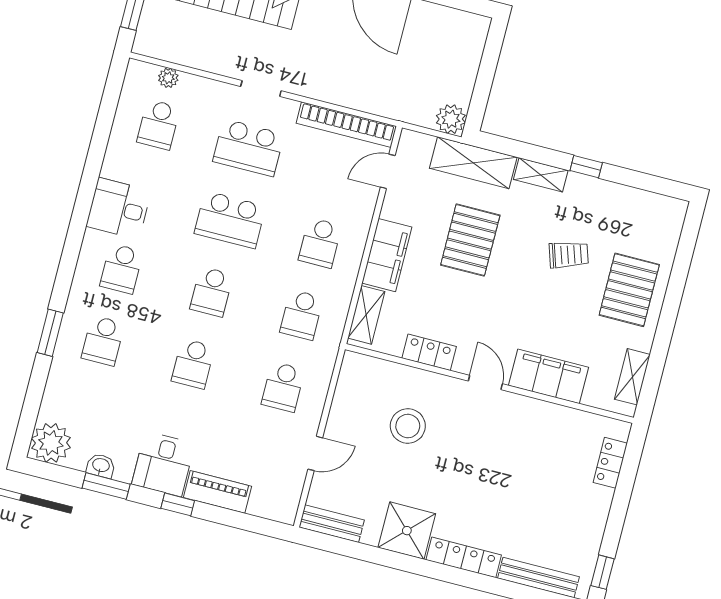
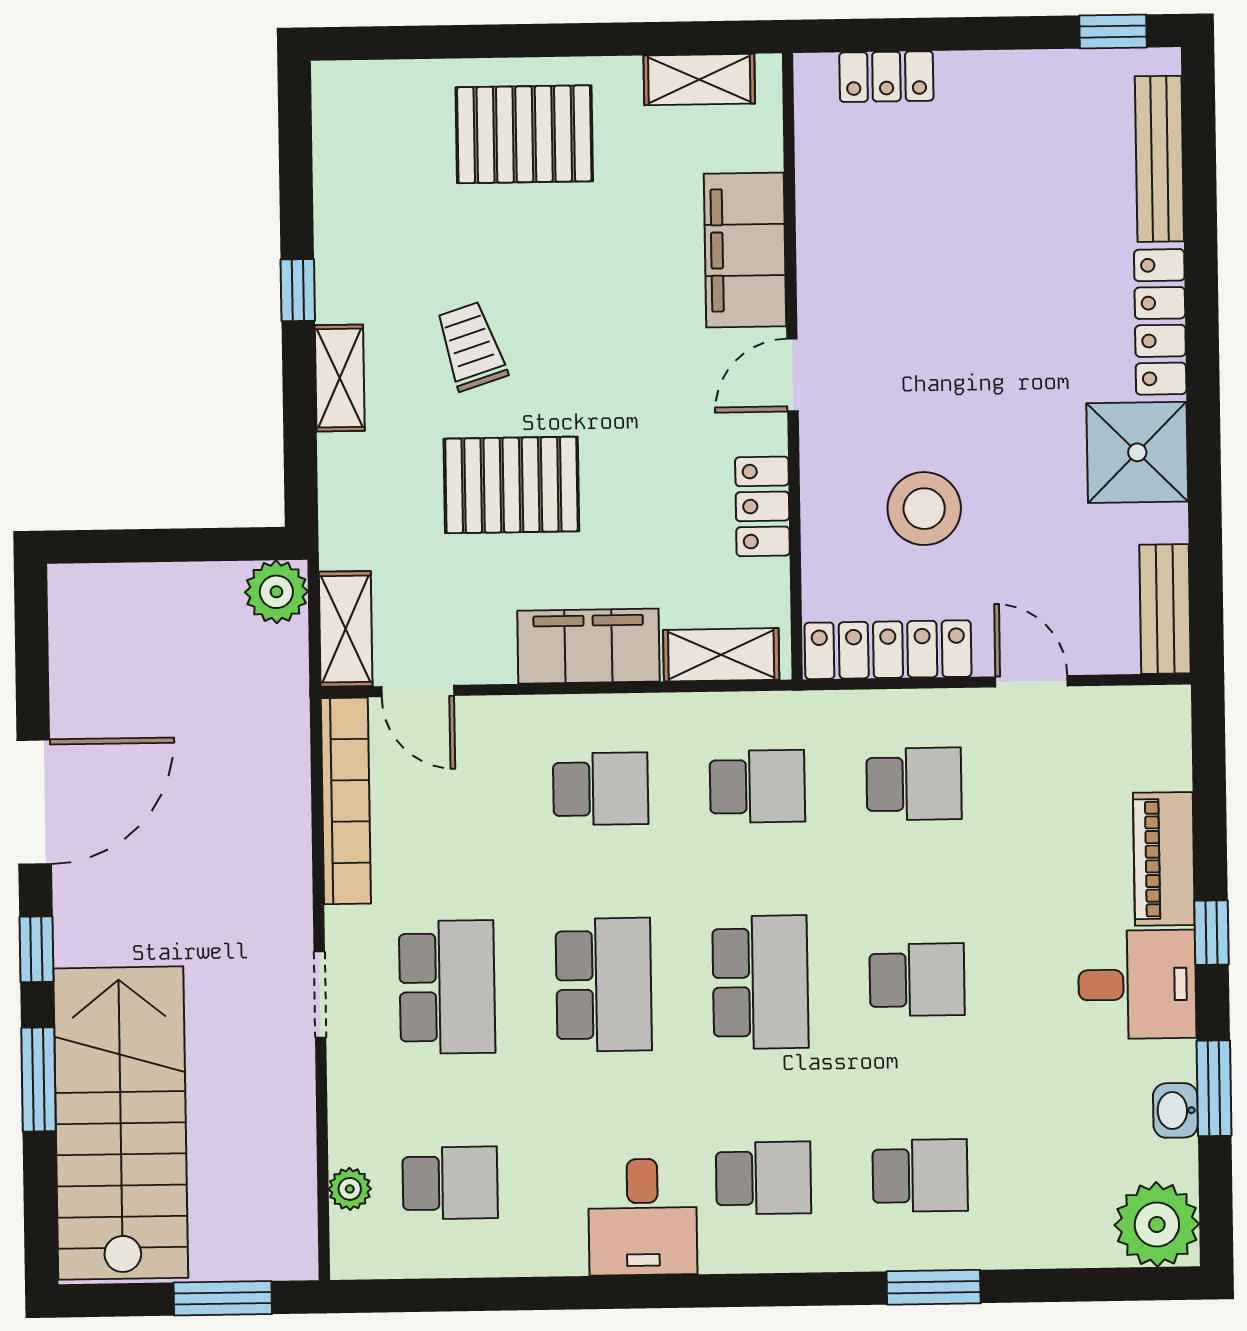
shelving: (473, 163) -> (346, 629), moved, width x0.67, depth x0.75
trolley: (569, 255) -> (471, 346), moved
school desk: (211, 292) -> (760, 982), width x1.85
locker: (348, 392) -> (888, 650), added

